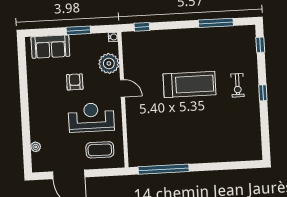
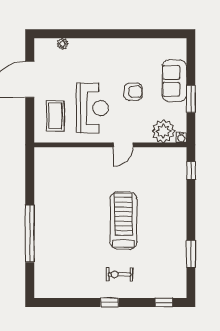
window: (216, 23) -> (191, 254), width x0.69
sofa: (50, 47) -> (174, 81), moved
plant: (109, 63) -> (164, 131), moved
treadmill: (189, 84) -> (123, 221), turned 180
window: (164, 169) -> (30, 234), moved

